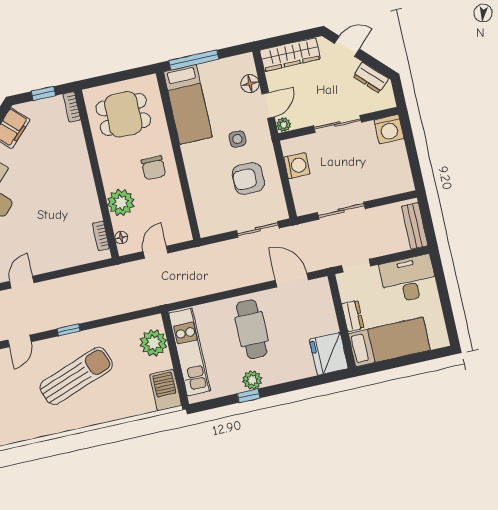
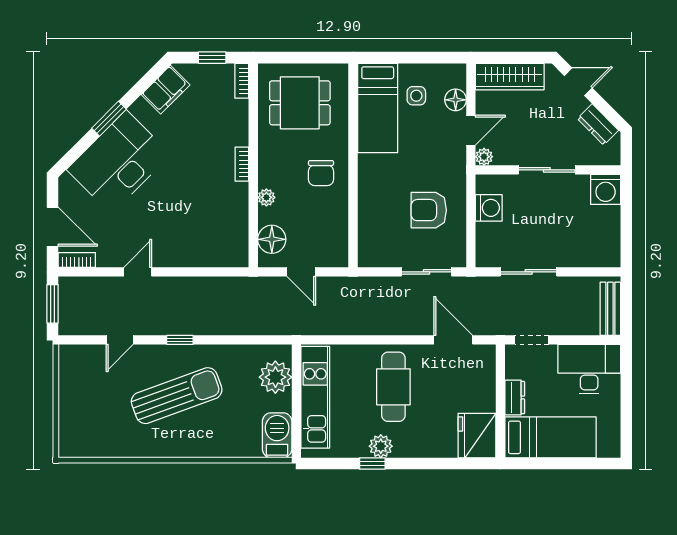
window: (194, 60) -> (396, 58), removed
side table: (237, 139) -> (416, 96), moved
plant: (121, 203) -> (266, 197), width x0.53, depth x0.53
bookcase: (101, 236) -> (242, 164), moved
floor lamp: (121, 238) -> (272, 239), width x1.89, depth x1.89
door: (155, 252) -> (301, 272), swing flipped

